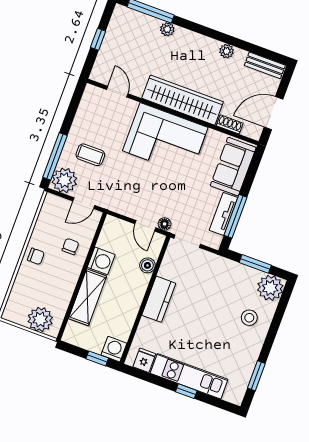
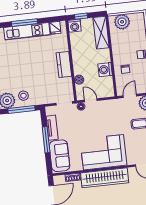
window: (236, 216) -> (46, 140), moved
window: (255, 264) -> (22, 109), width x1.44
shelving: (87, 297) -> (101, 33), moved
stool: (249, 318) -> (23, 96), moved
window: (186, 391) -> (24, 23), width x2.17

